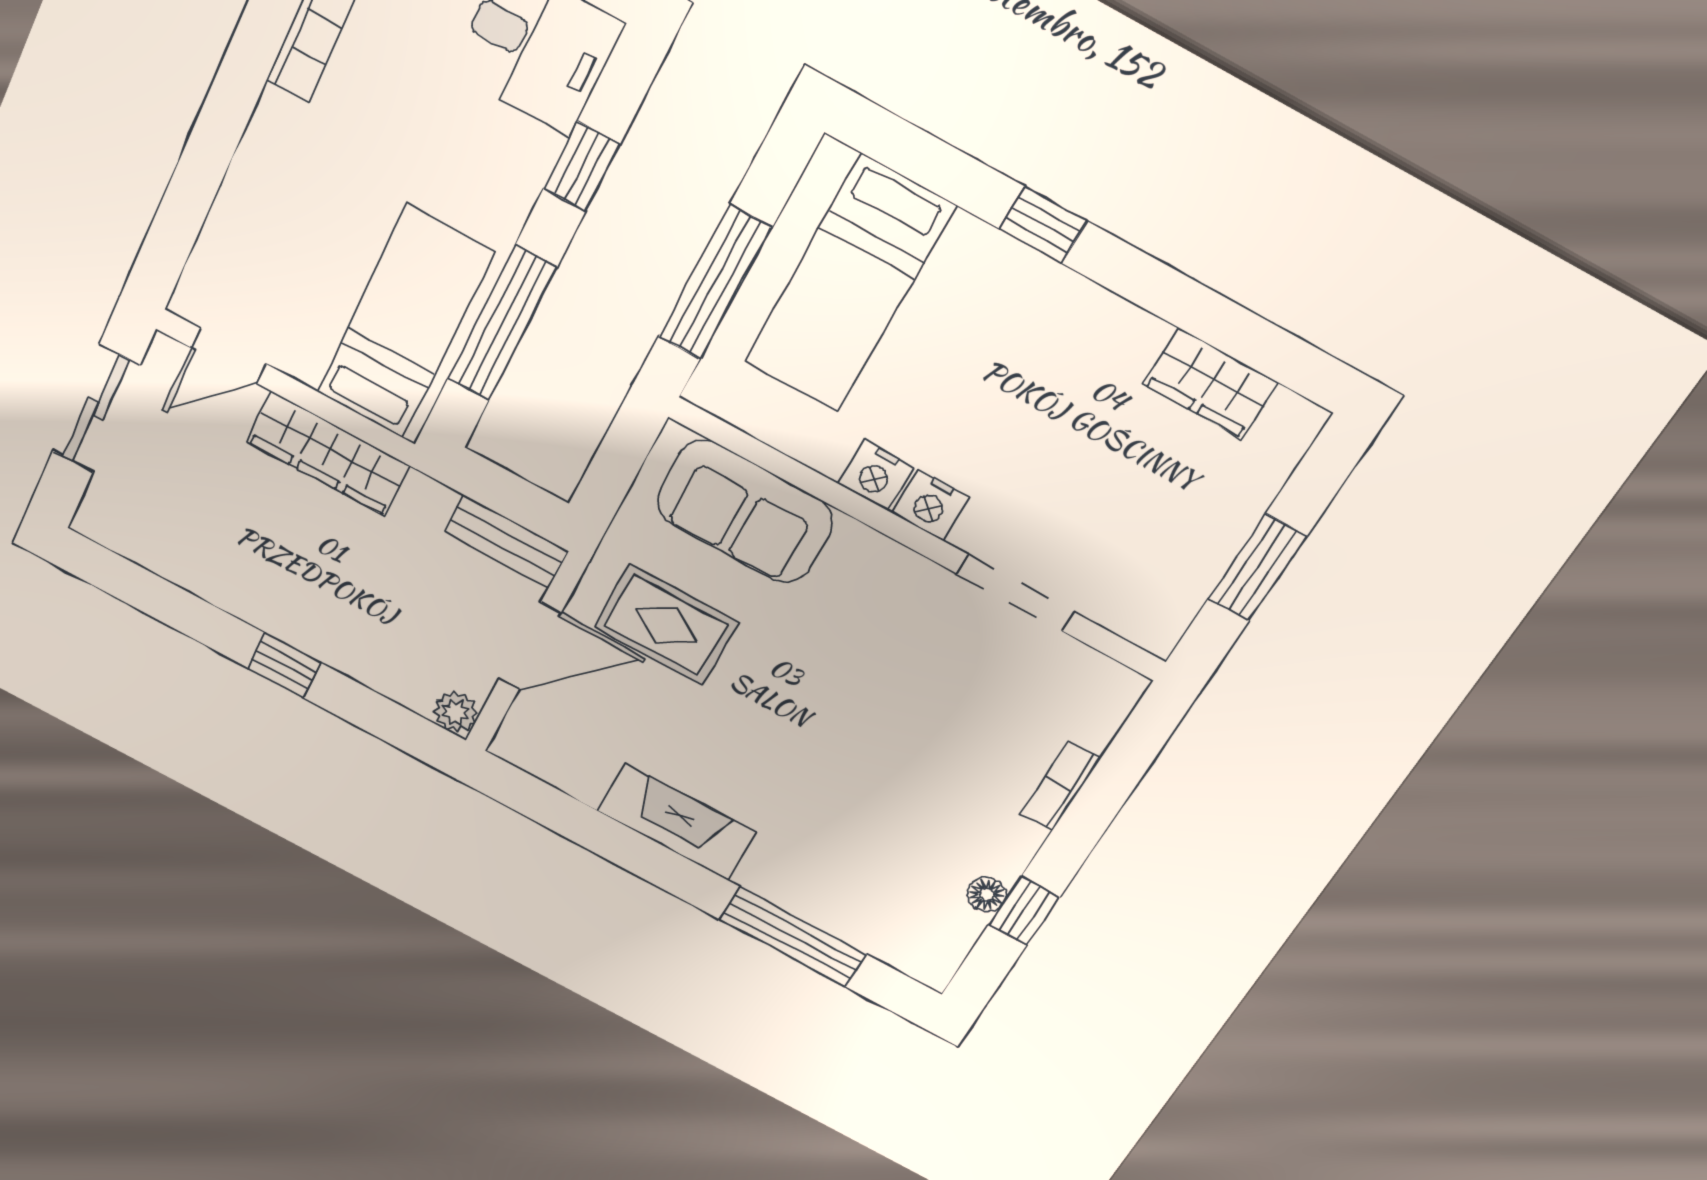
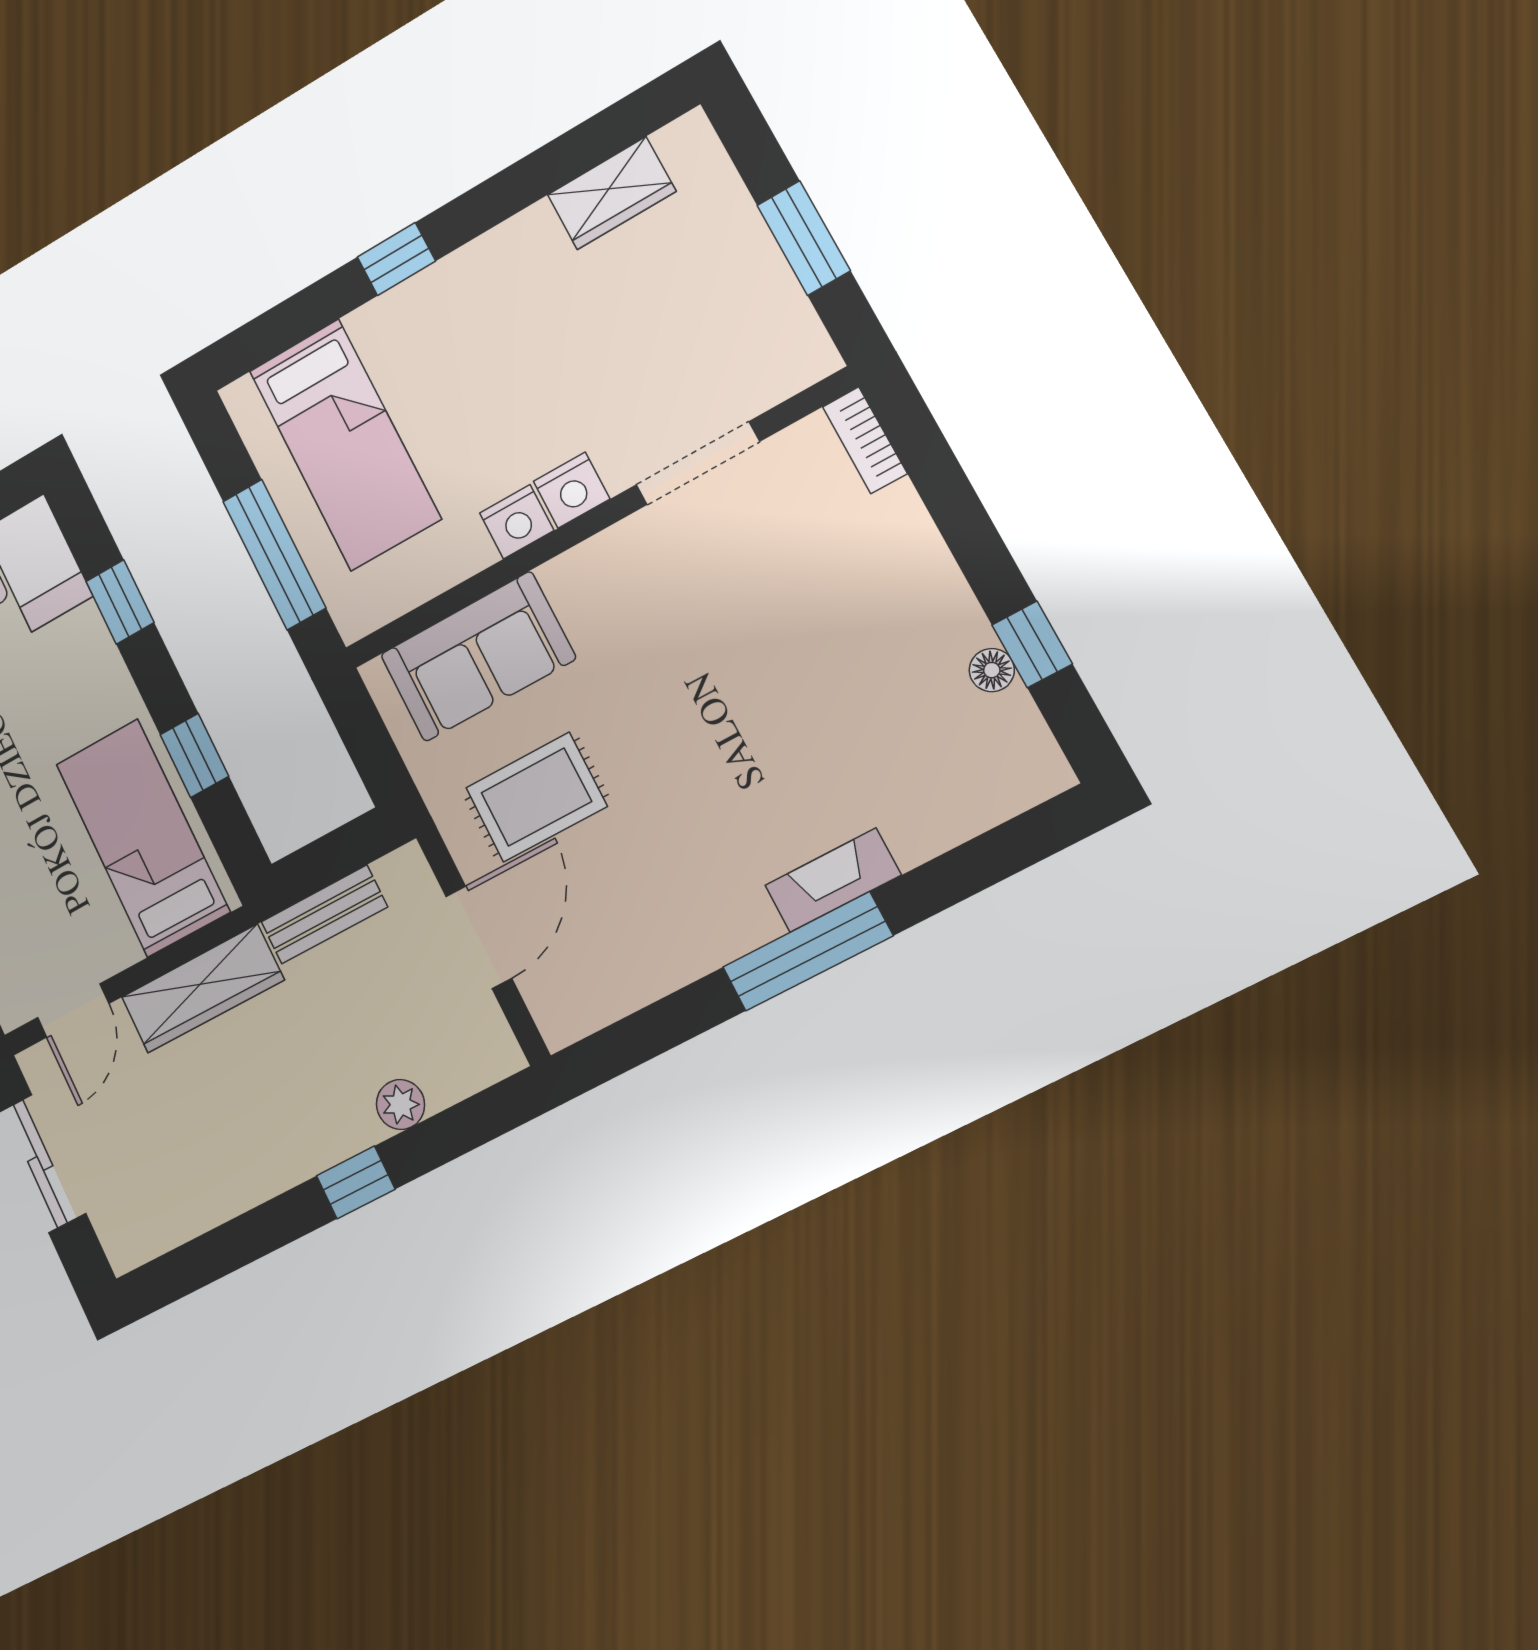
window: (502, 323) -> (194, 755), width x0.46
bench: (506, 542) -> (324, 914), moved
plant: (456, 712) -> (401, 1104), moved
bookcase: (1060, 786) -> (865, 440), moved
fireplace: (677, 822) -> (833, 880), moved, width x0.73, depth x0.76
window: (793, 937) -> (807, 951), moved

